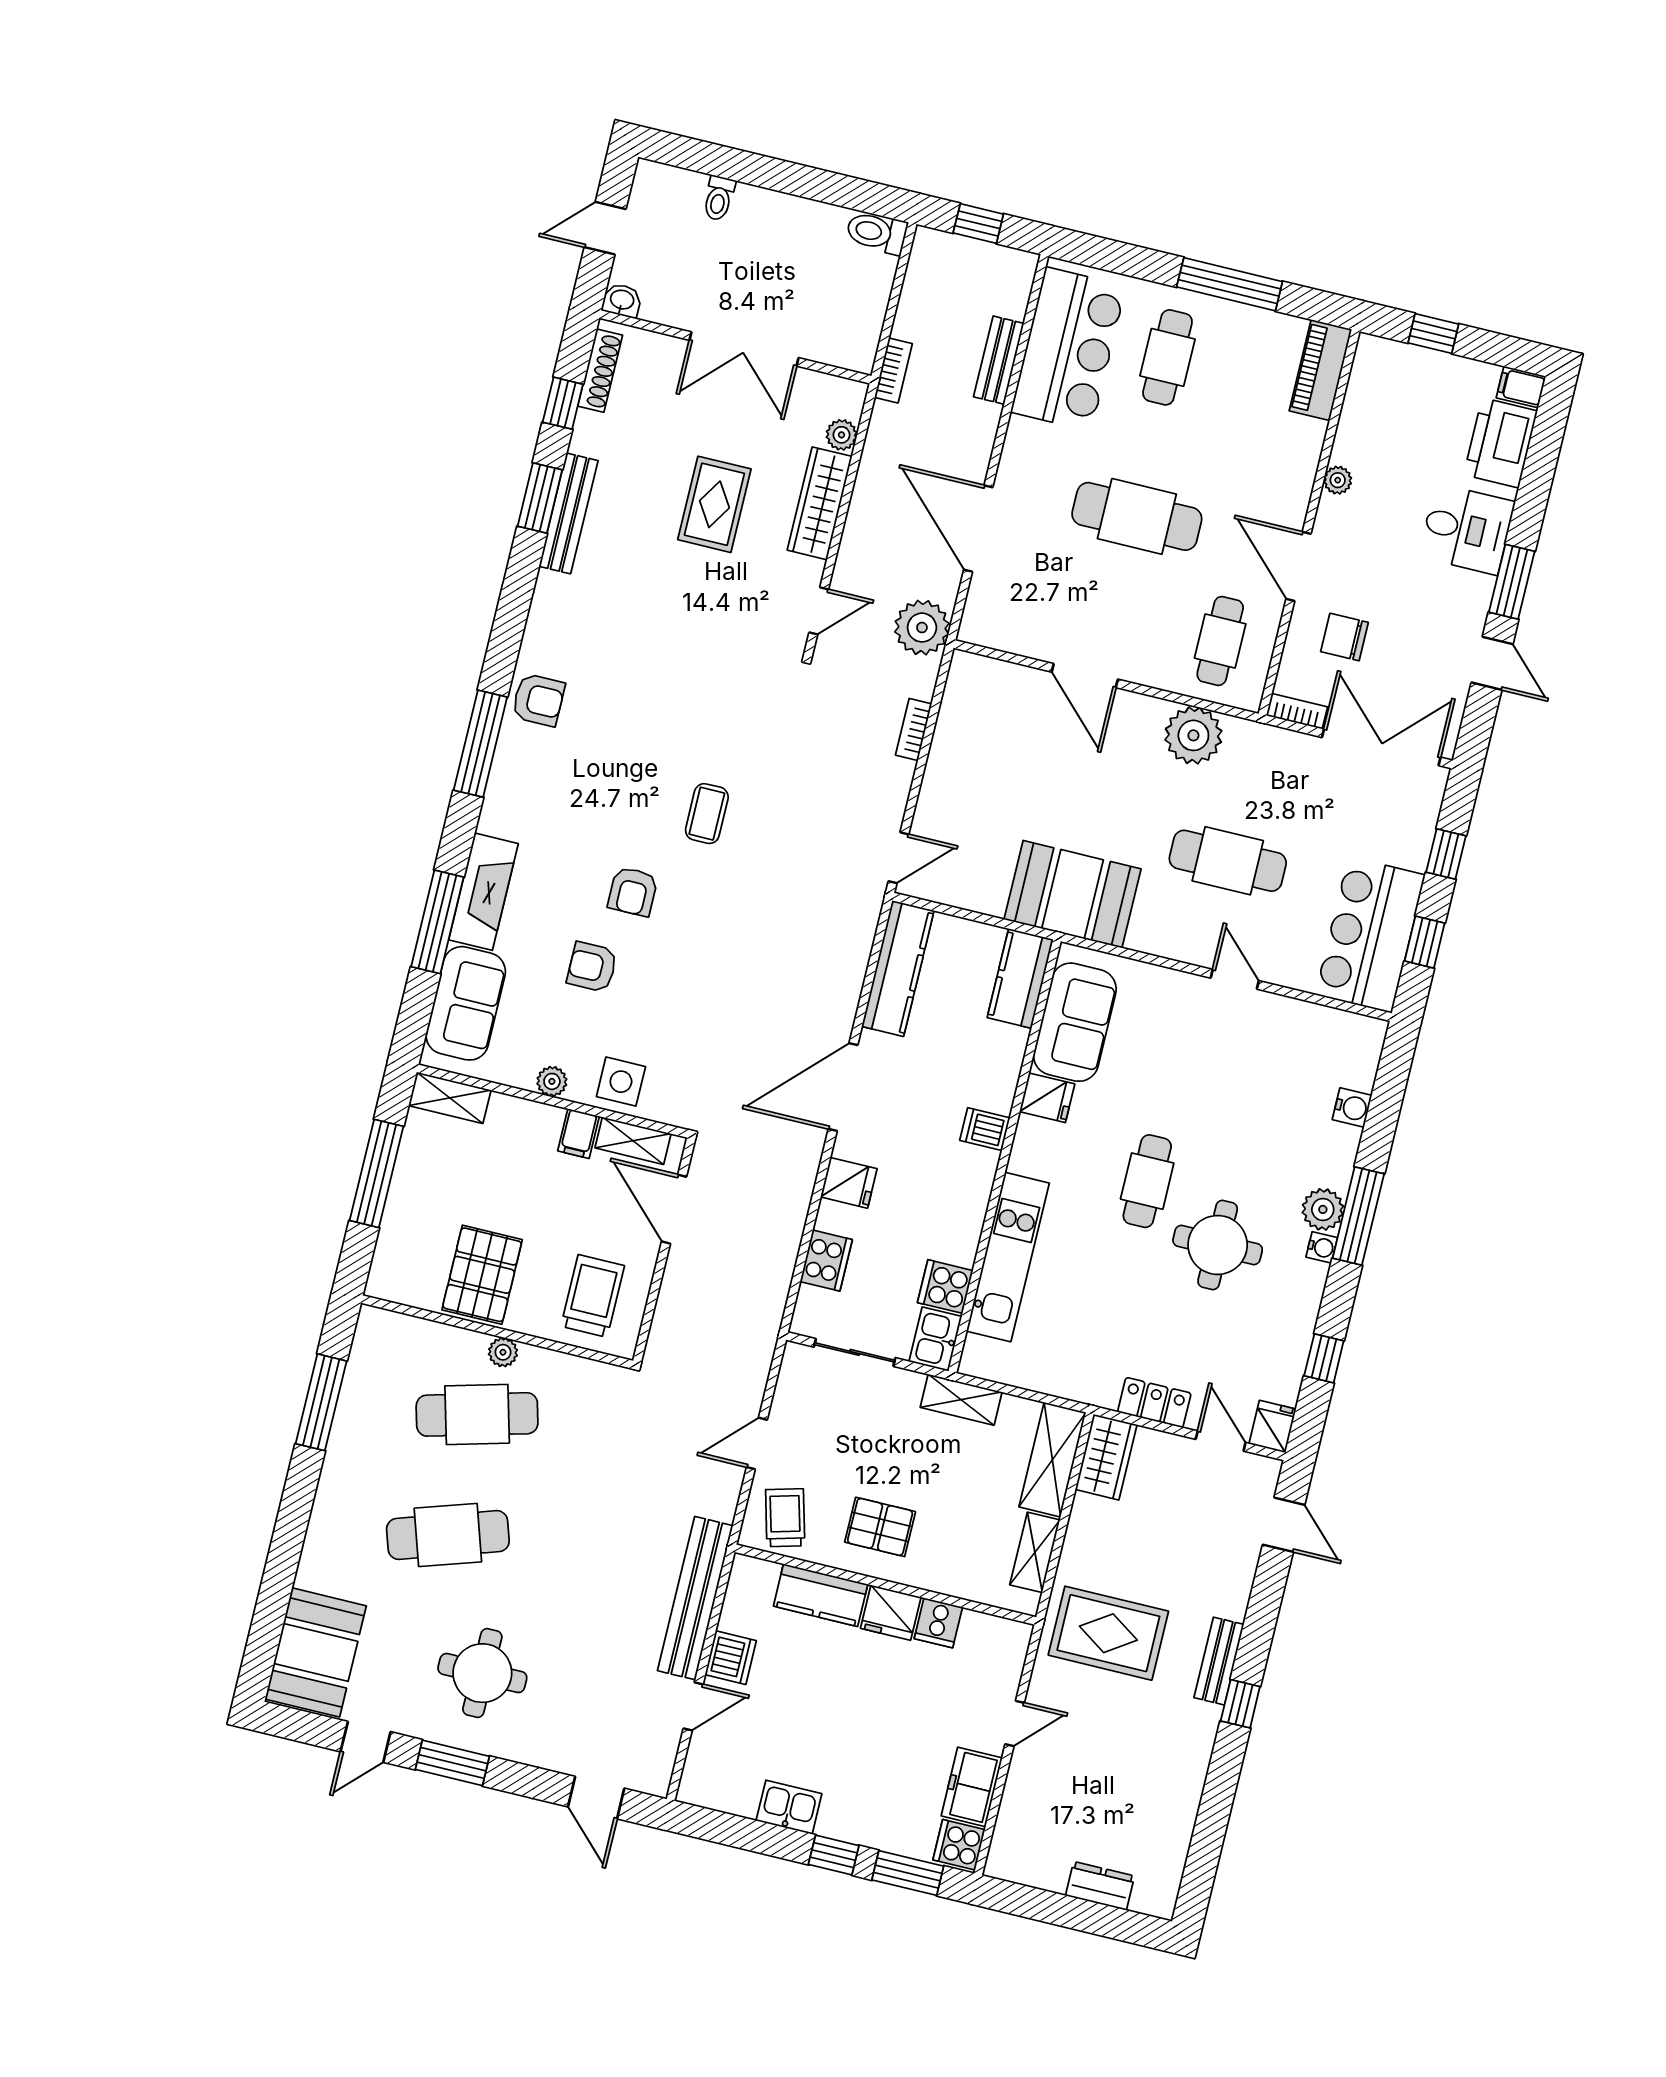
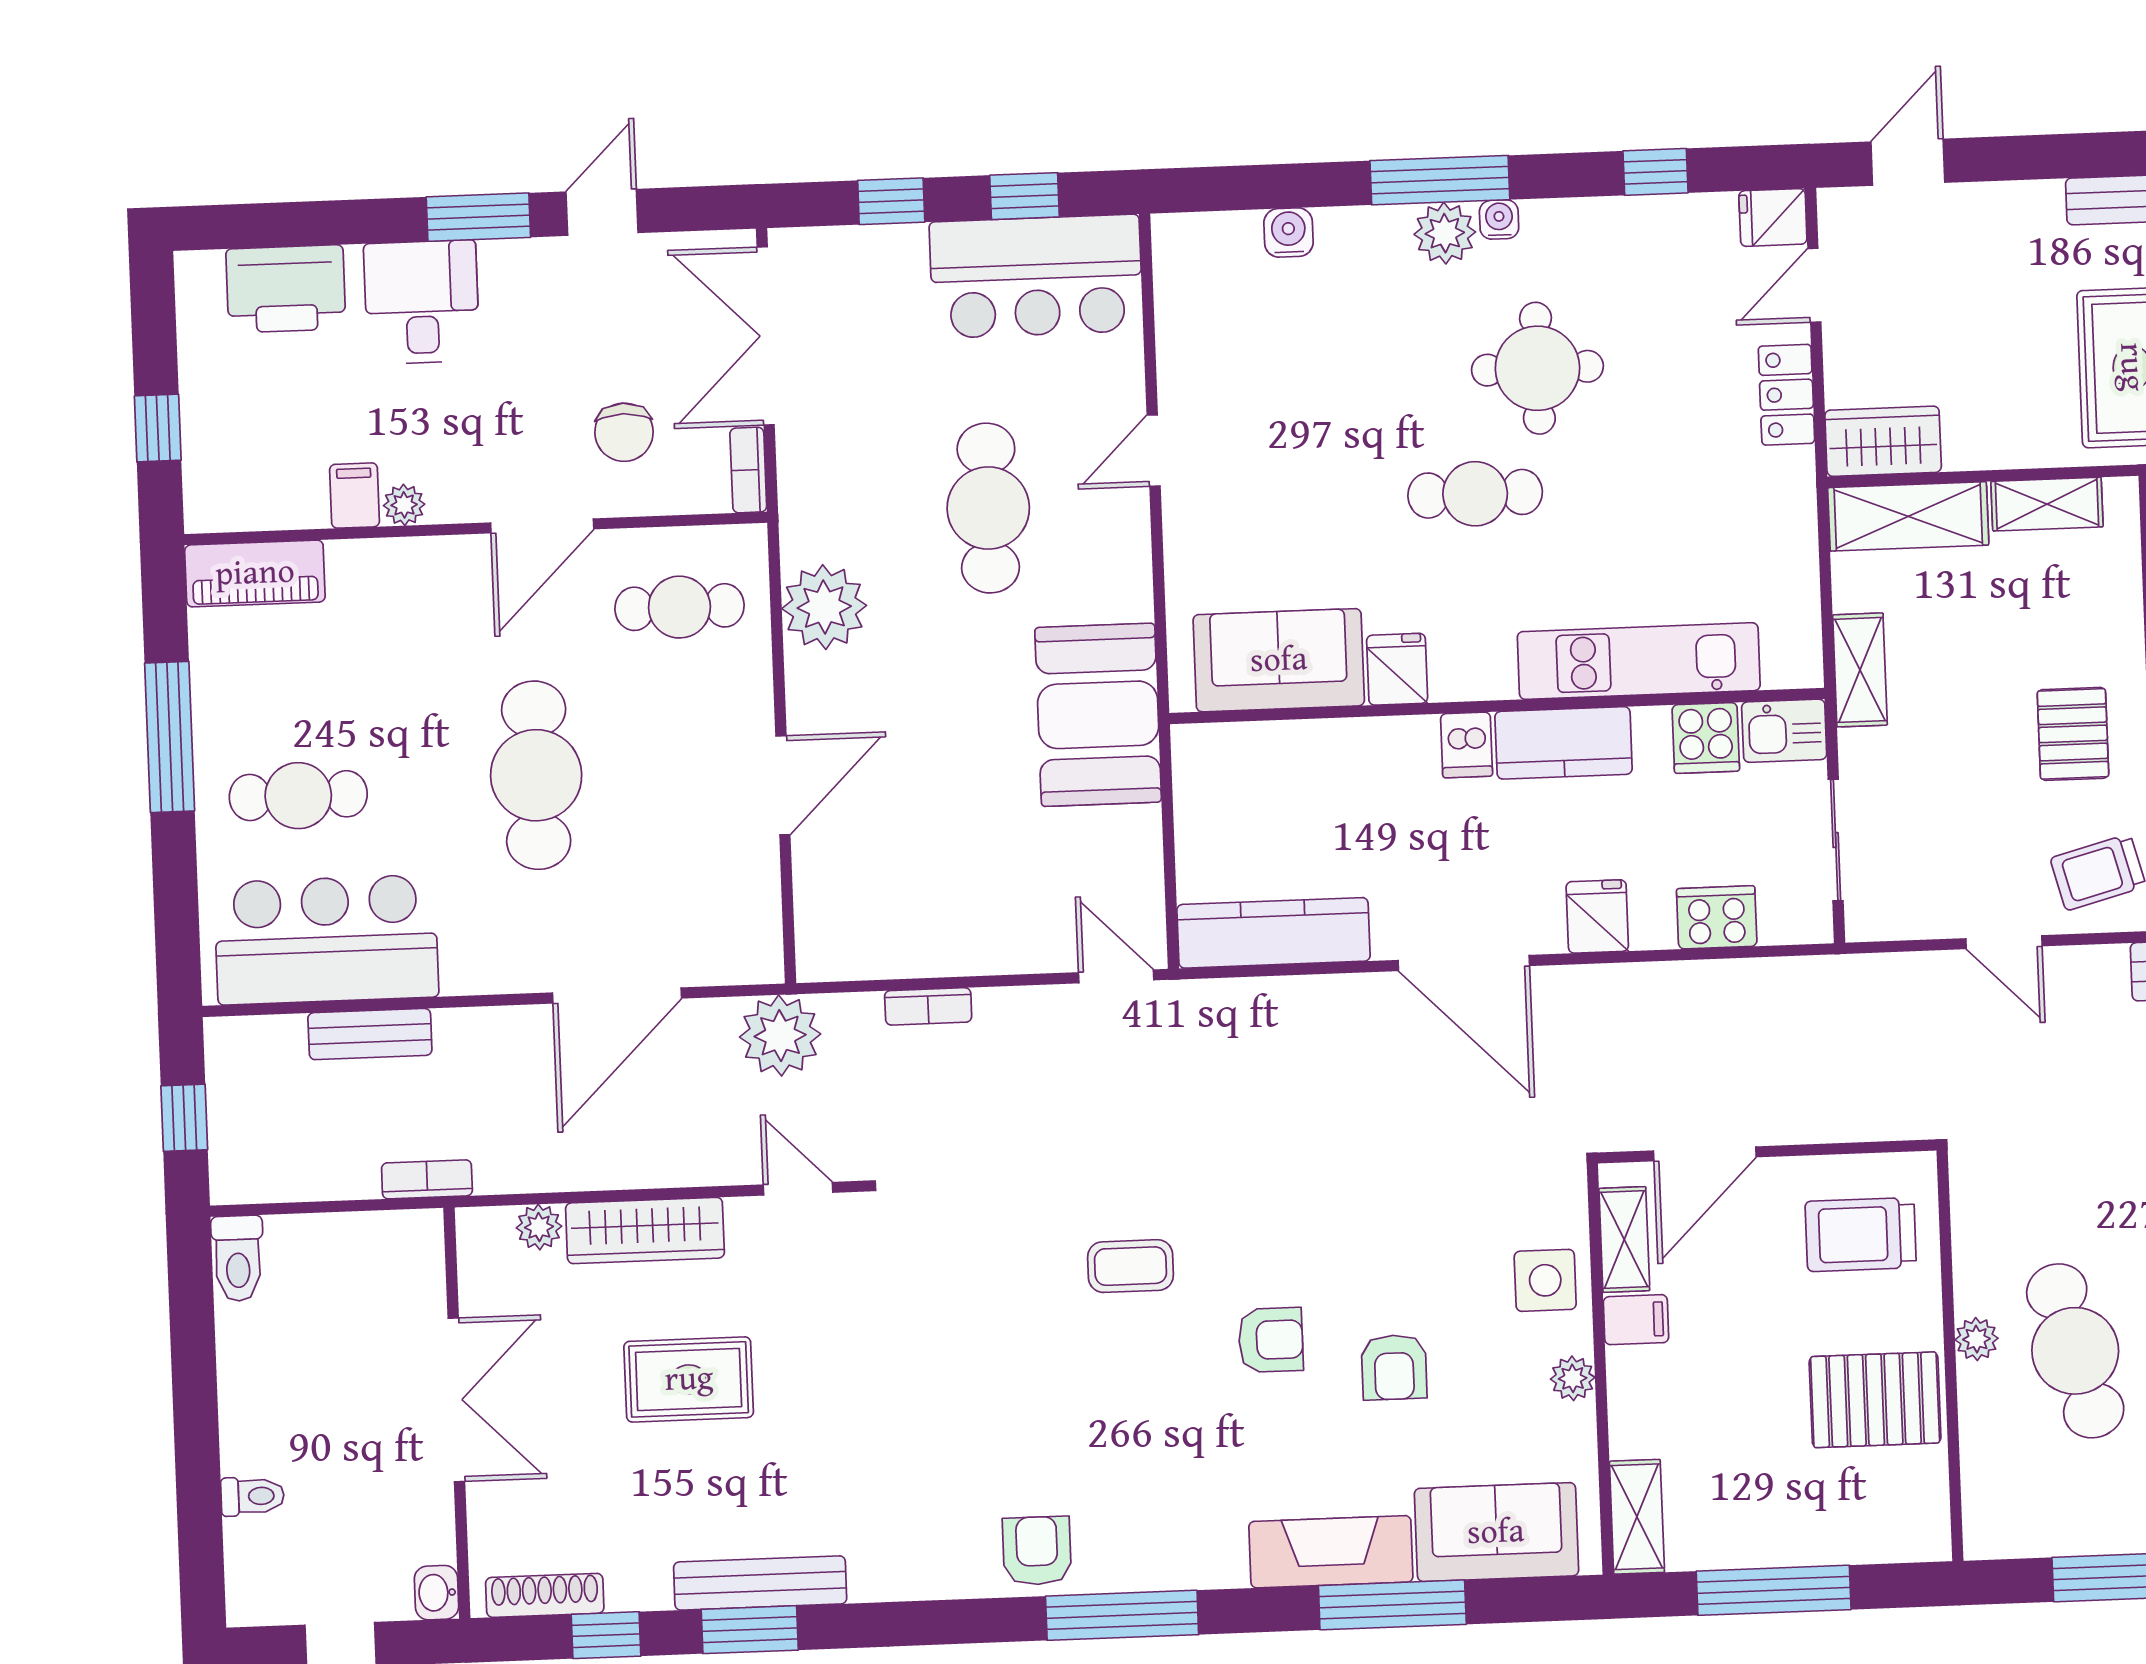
filing cabinet: (1521, 387) -> (355, 496), moved, turned 180
kitchen counter: (1020, 978) -> (1564, 743), moved

